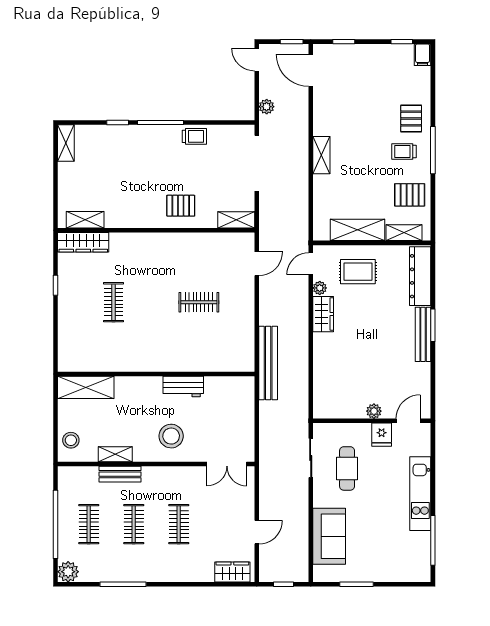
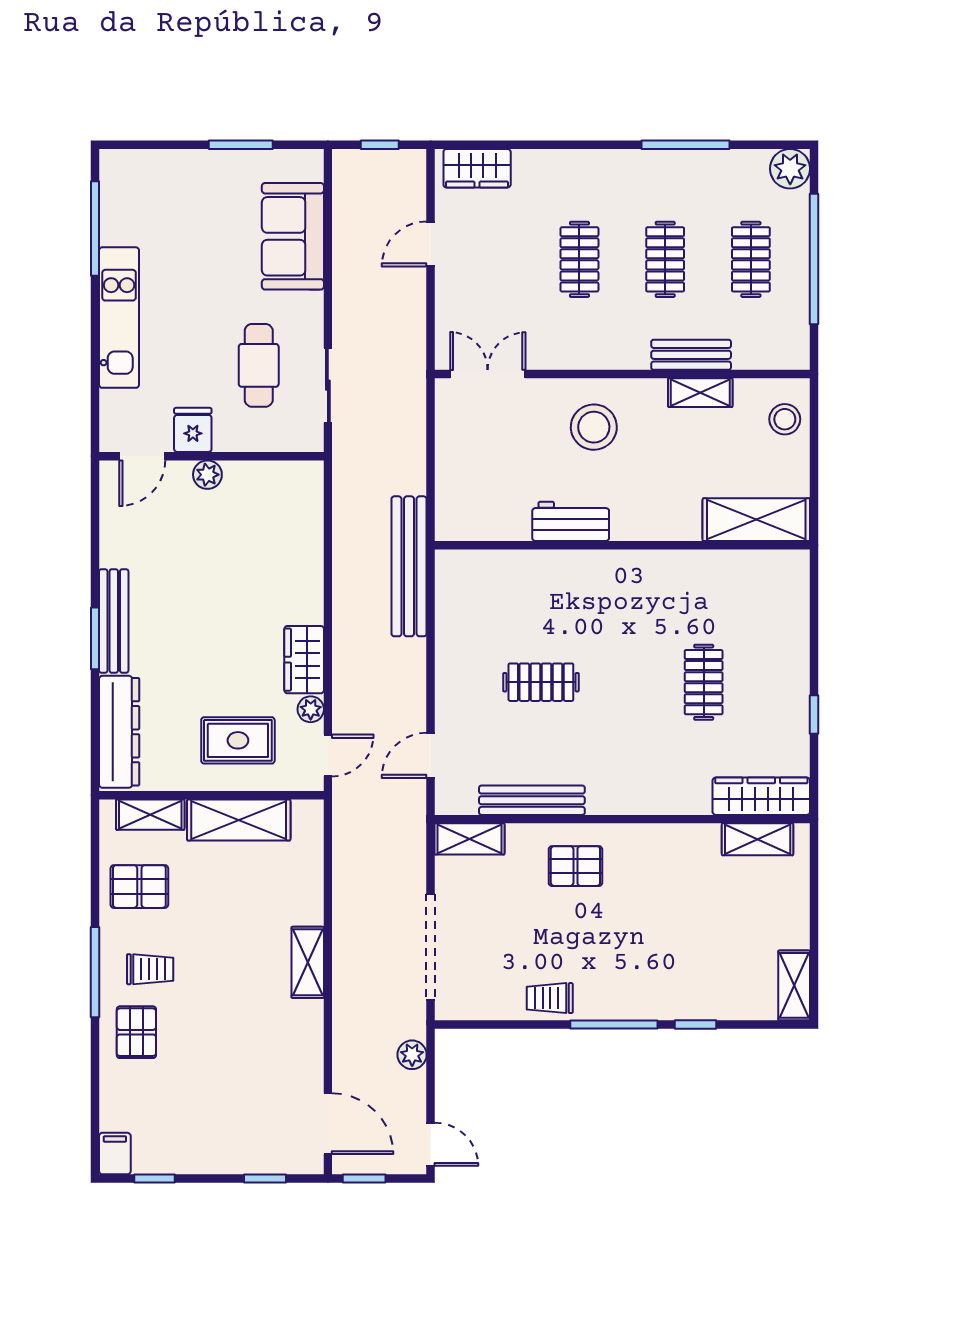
bench: (204, 240) -> (532, 800), added

